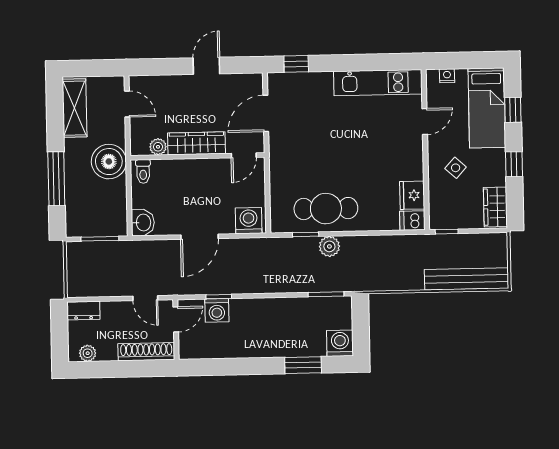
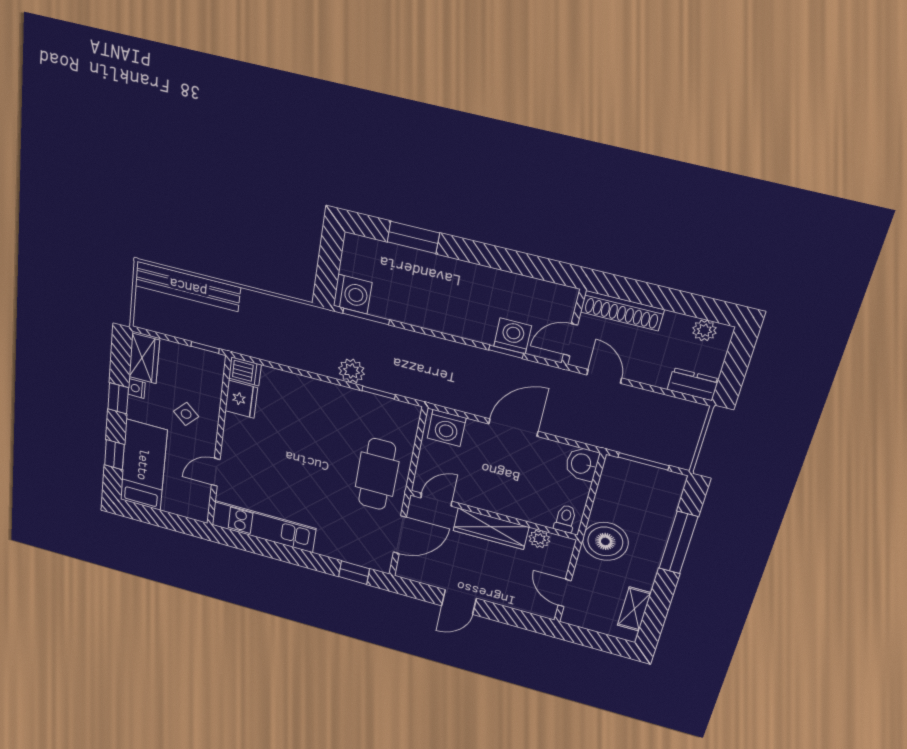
nightstand: (447, 76) -> (136, 388), moved, turned 90
shelving: (75, 108) -> (634, 609), width x0.67, depth x0.75
cafe table: (326, 209) -> (377, 474), moved, turned 90
washing machine: (340, 343) -> (353, 294), moved, turned -90

